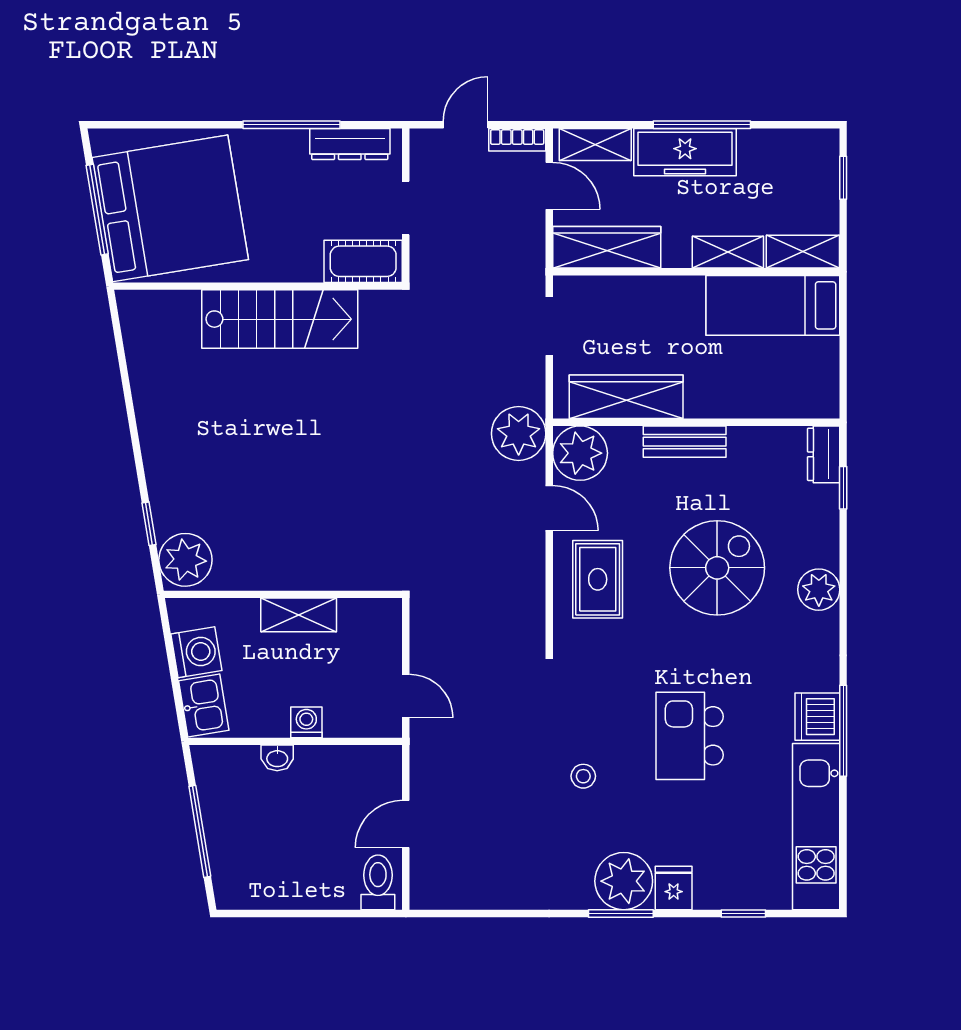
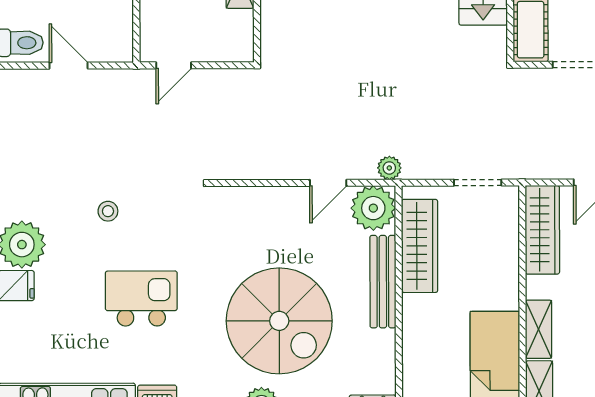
plant: (519, 434) -> (389, 168), width x0.53, depth x0.53
bench: (685, 442) -> (383, 282), width x1.36
spiral stairs: (717, 568) -> (279, 321), width x1.37, depth x1.37
rug: (598, 579) -> (270, 223), removed

